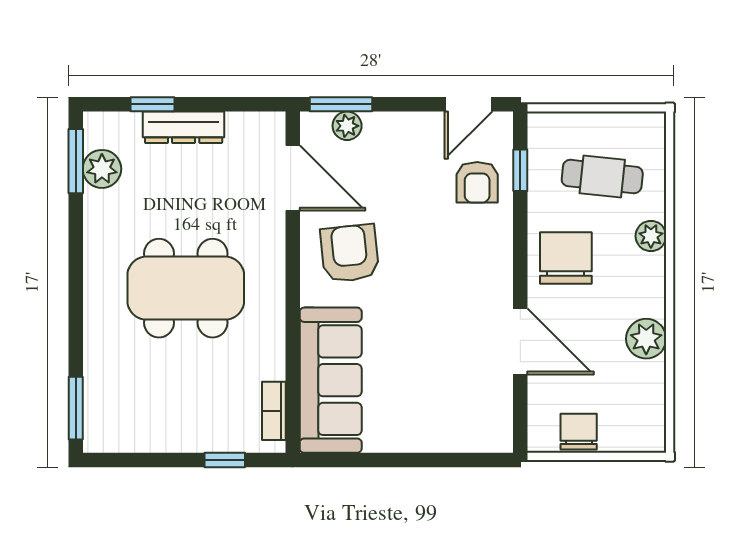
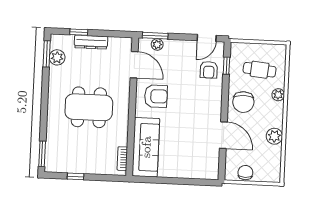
armchair: (350, 253) -> (156, 96), turned 96
chair: (566, 258) -> (243, 102), turned 180
window: (225, 460) -> (75, 176), moved

